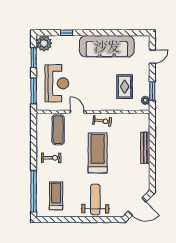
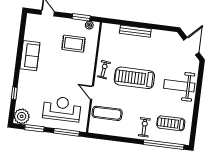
sofa: (107, 46) -> (30, 56), width x0.54, depth x0.79
door: (77, 112) -> (92, 93), hinge flipped
exercise bike: (51, 158) -> (144, 127), moved

